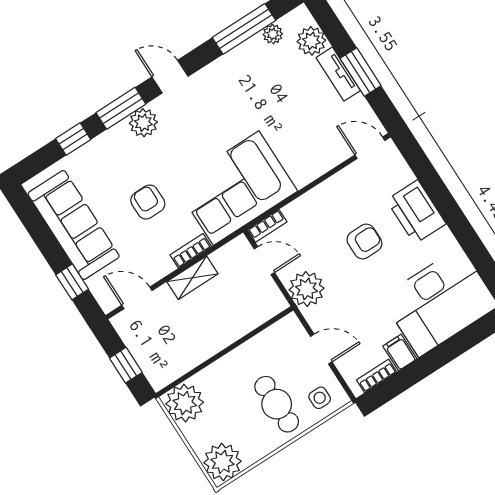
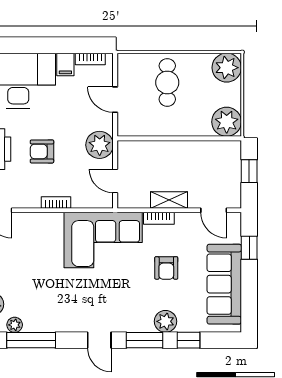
plant: (143, 123) -> (165, 321), moved
bookcase: (267, 226) -> (56, 202), moved
side table: (320, 398) -> (137, 69), removed

